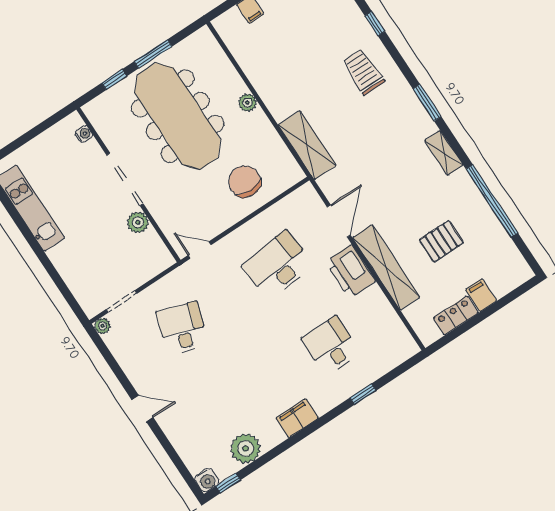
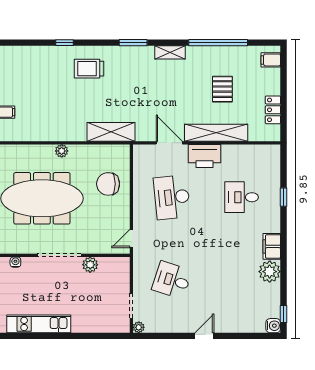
filing cabinet: (481, 295) -> (271, 60), moved
plant: (246, 448) -> (270, 272), moved

